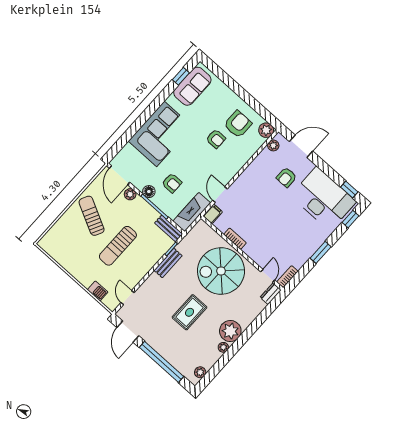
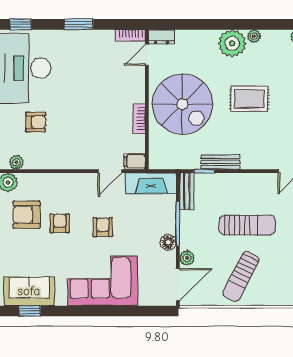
armchair: (172, 183) -> (103, 227), moved

